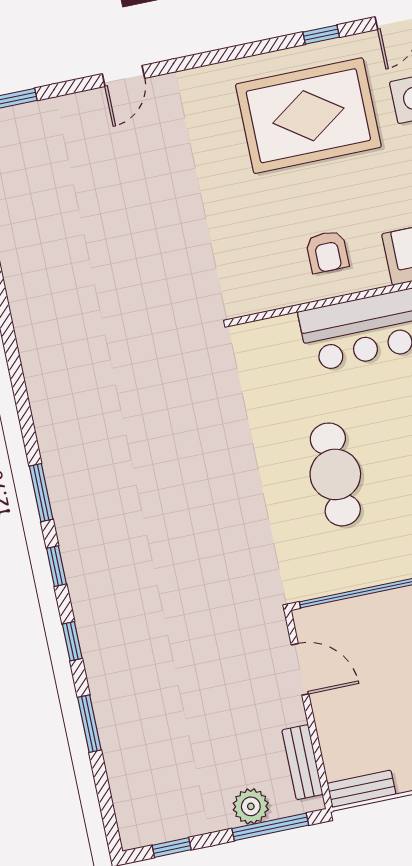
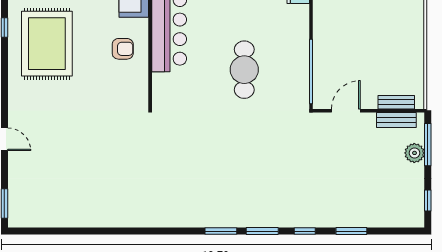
cafe table: (335, 474) -> (244, 70), turned 90
window: (56, 566) -> (262, 231), width x1.50
bench: (362, 789) -> (396, 102), moved, turned 90

